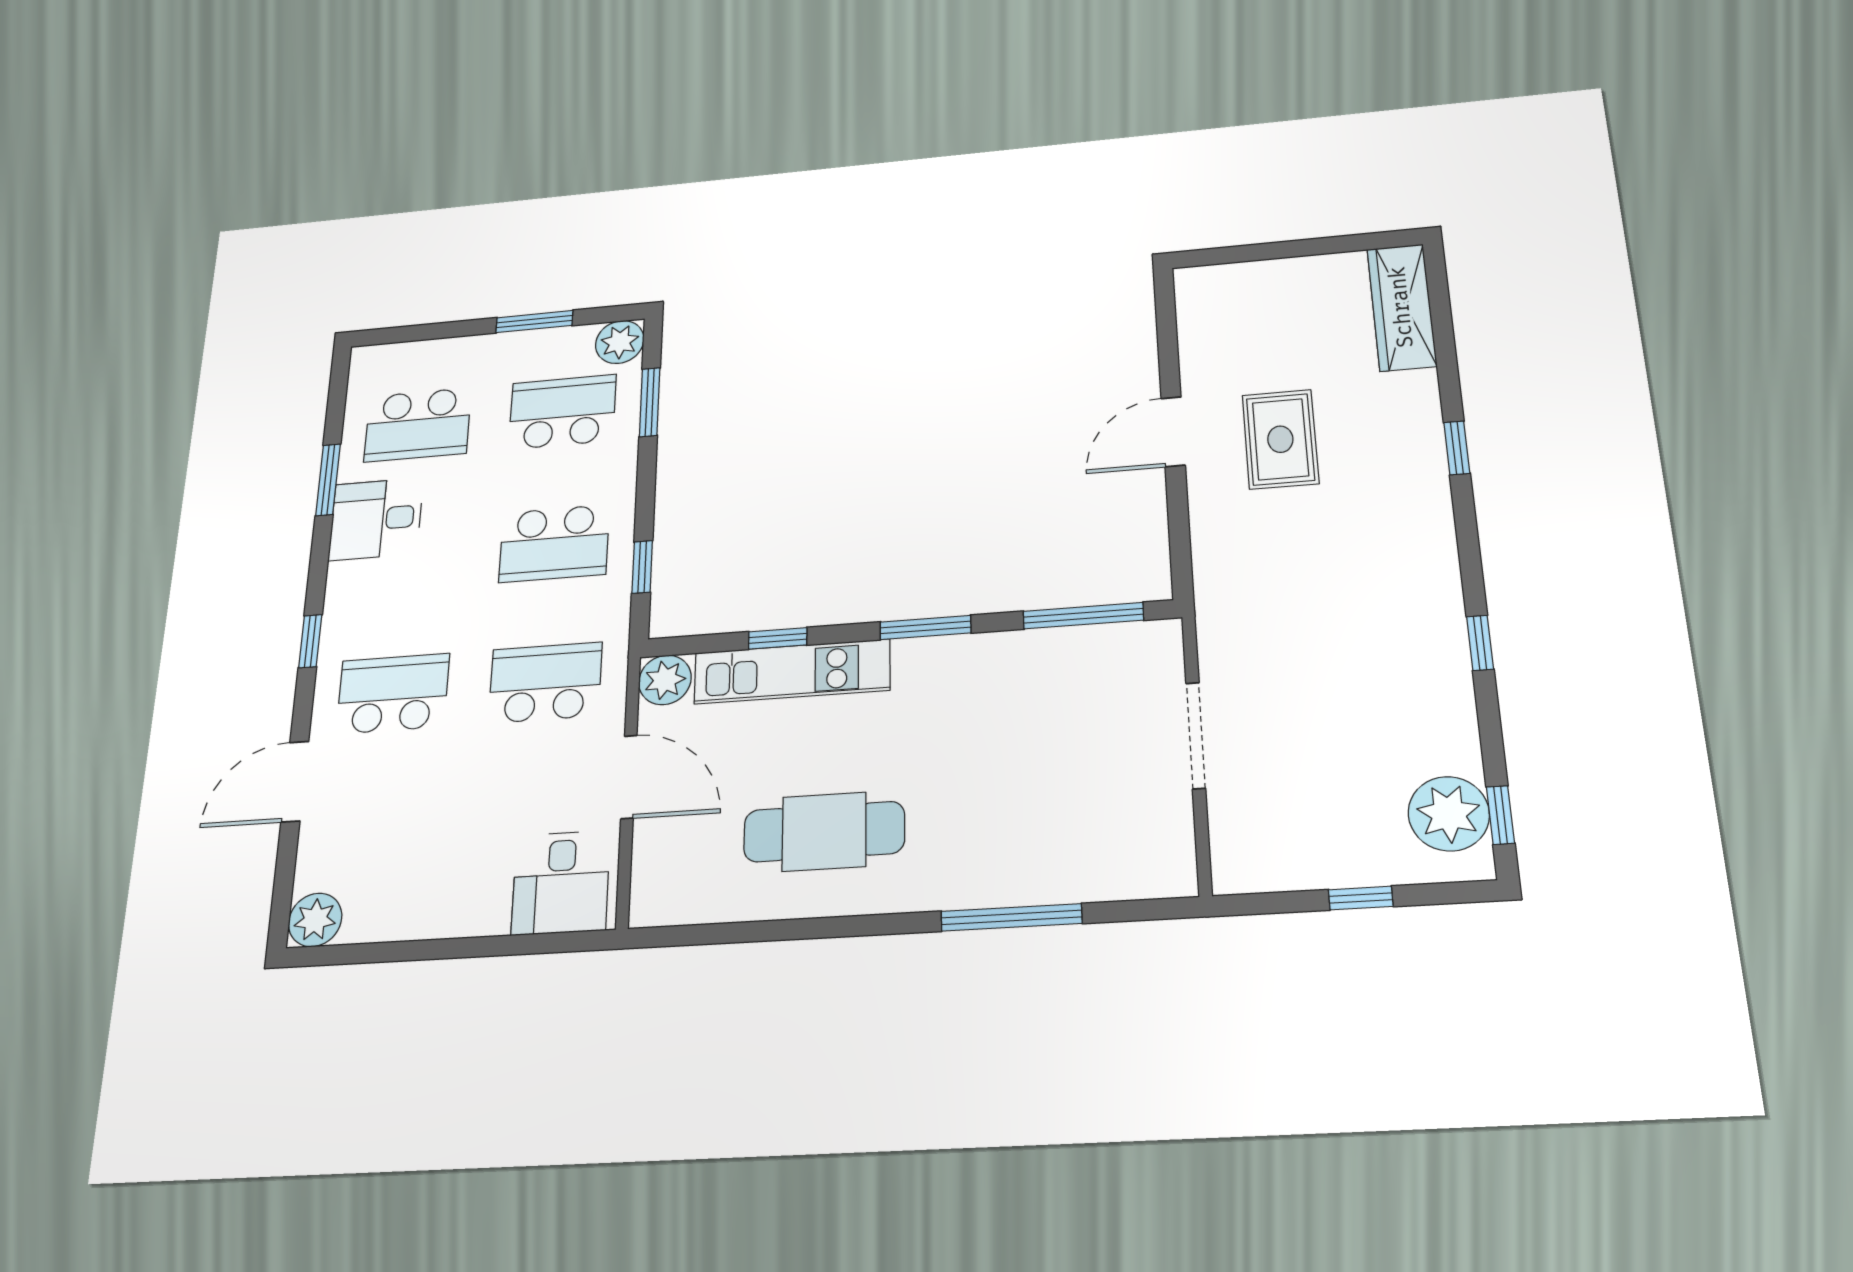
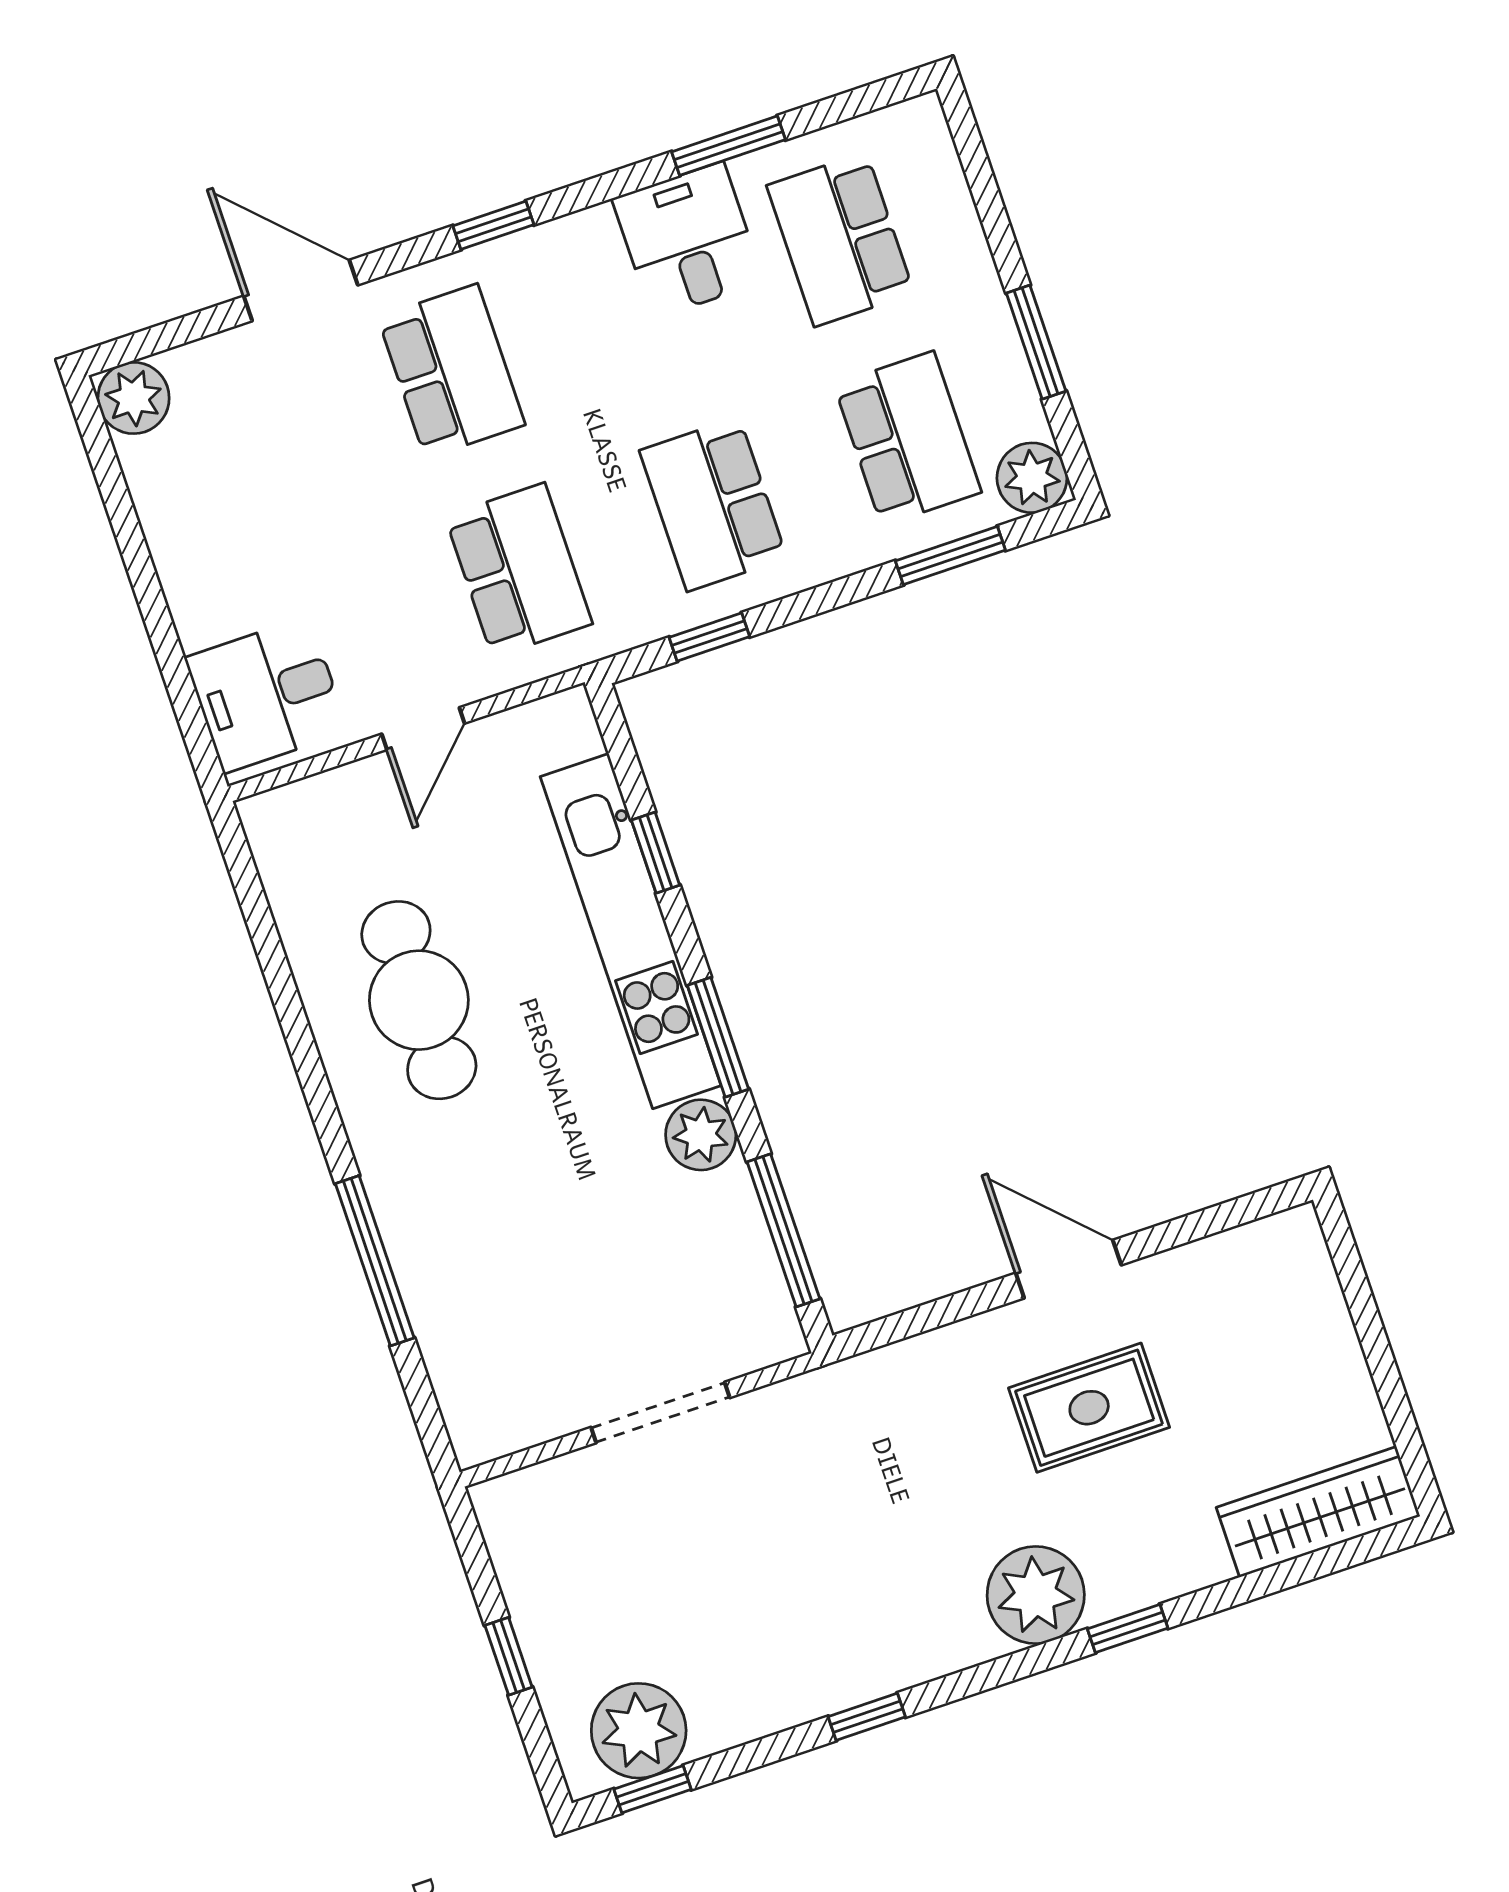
plant: (1414, 504) -> (1036, 1595), added
kitchen unit: (792, 672) -> (631, 931), width x1.36
plant: (665, 680) -> (701, 1135), moved
door: (629, 777) -> (423, 729), width x0.73

